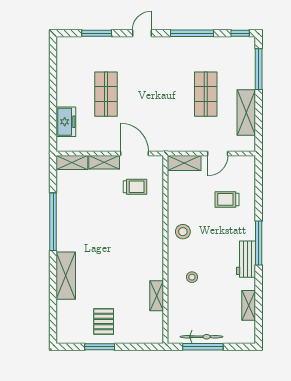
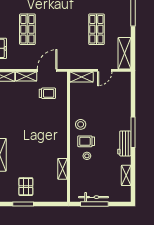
shelving: (246, 112) -> (124, 53), moved
door: (134, 154) -> (47, 70), hinge flipped
trolley: (227, 199) -> (86, 141), moved

